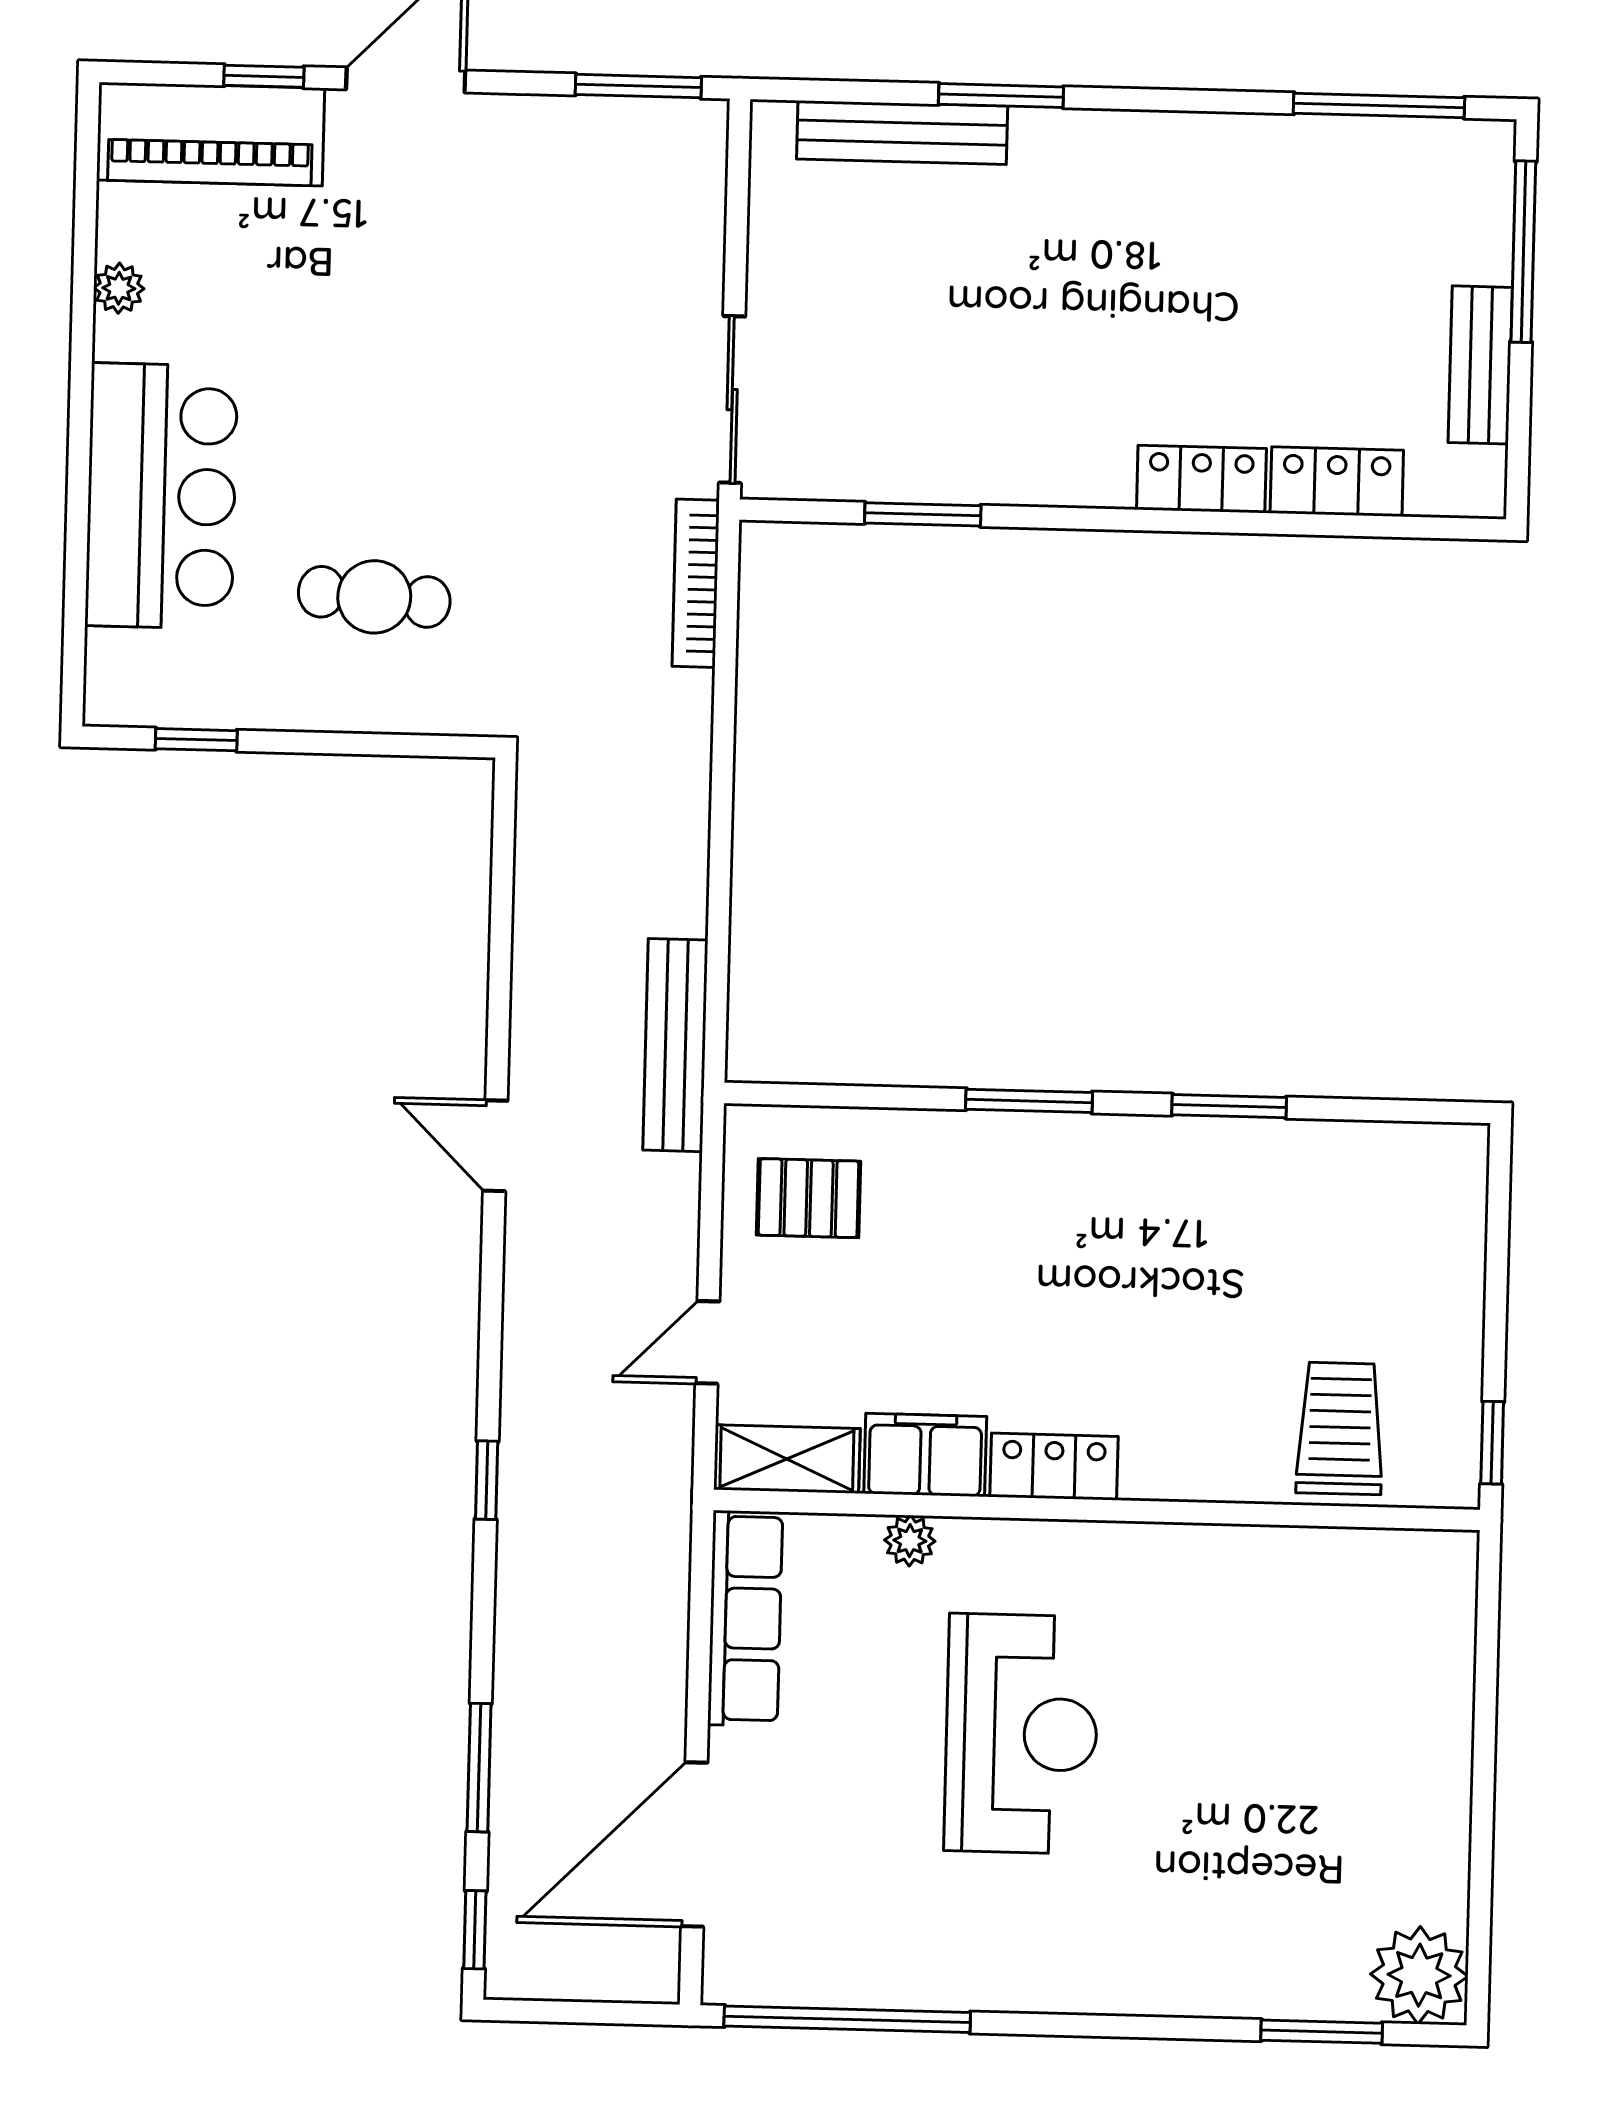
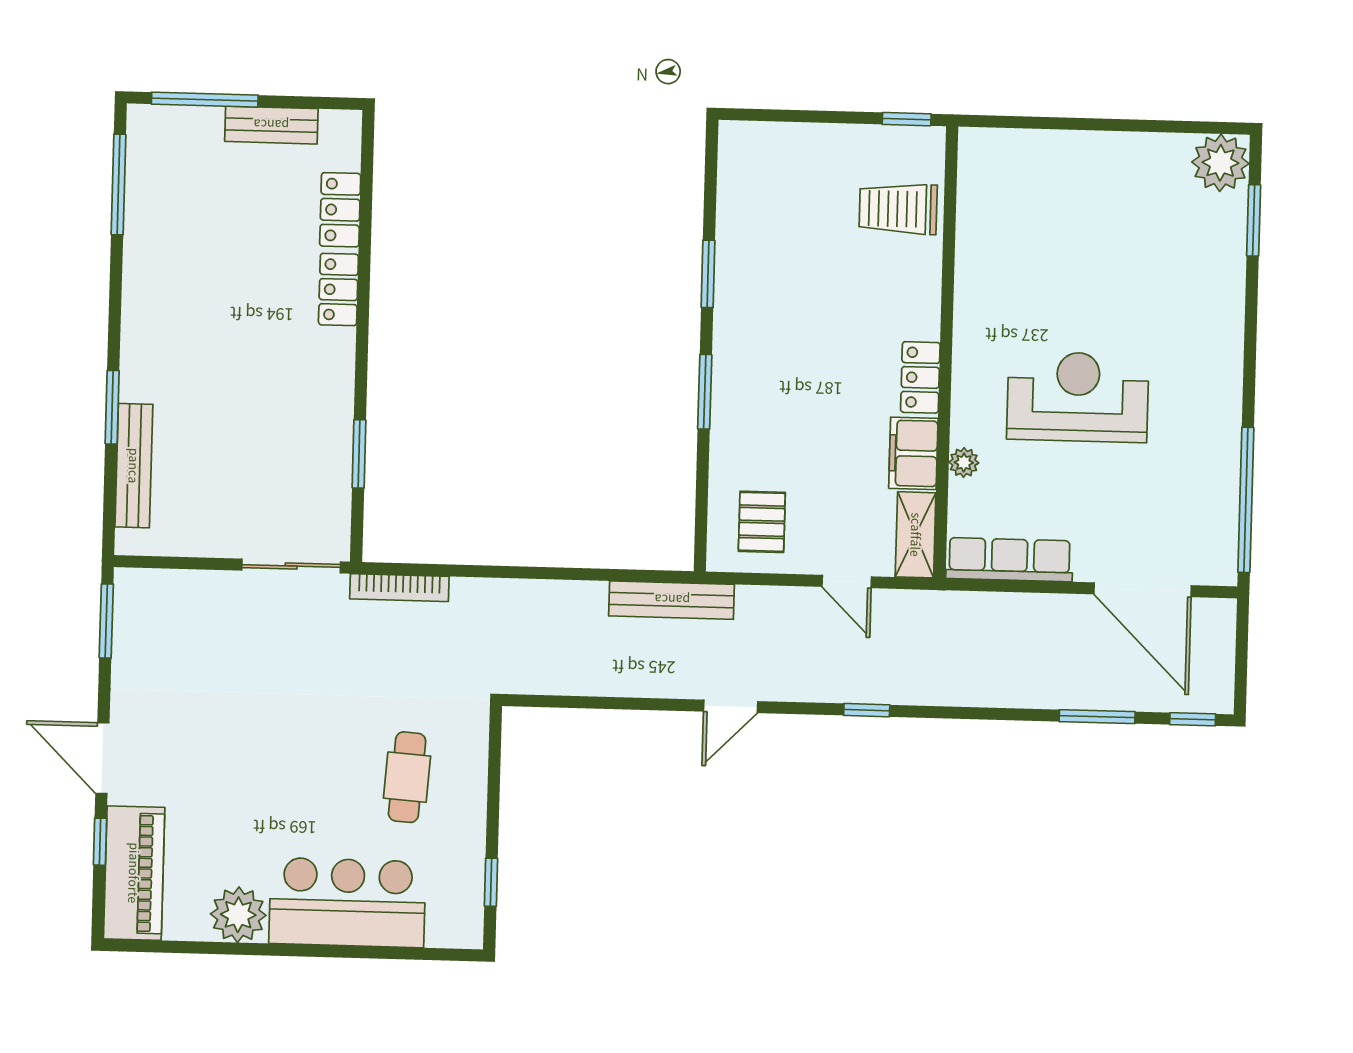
plant: (119, 288) -> (238, 915), width x1.87, depth x1.87
window: (487, 1480) -> (867, 710), moved

